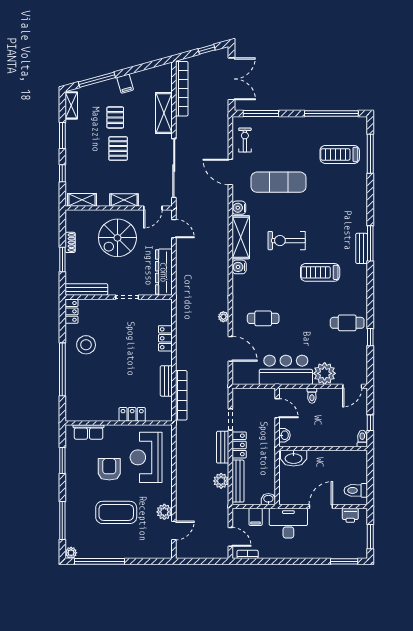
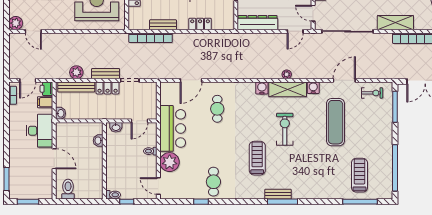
plant: (223, 317) -> (287, 74), moved
washbasin: (294, 458) -> (98, 141), width x0.52, depth x0.69
plant: (164, 512) -> (16, 23), moved
printer: (350, 515) -> (46, 89), moved

